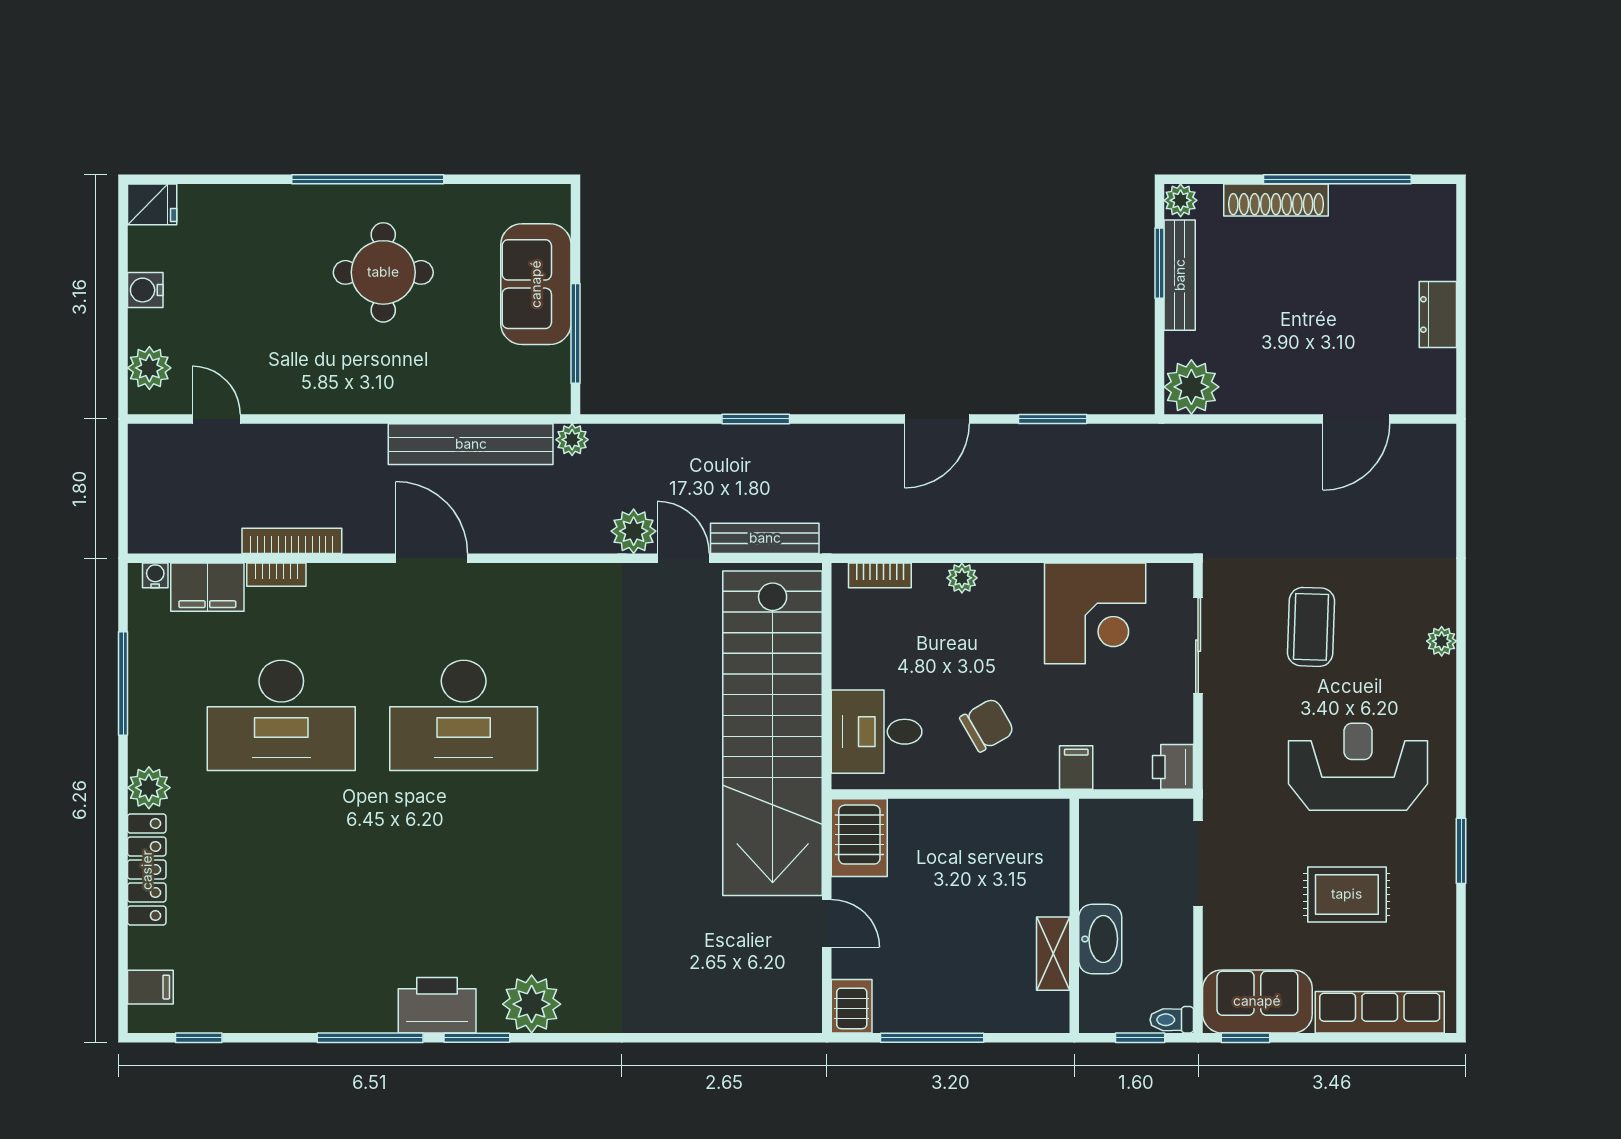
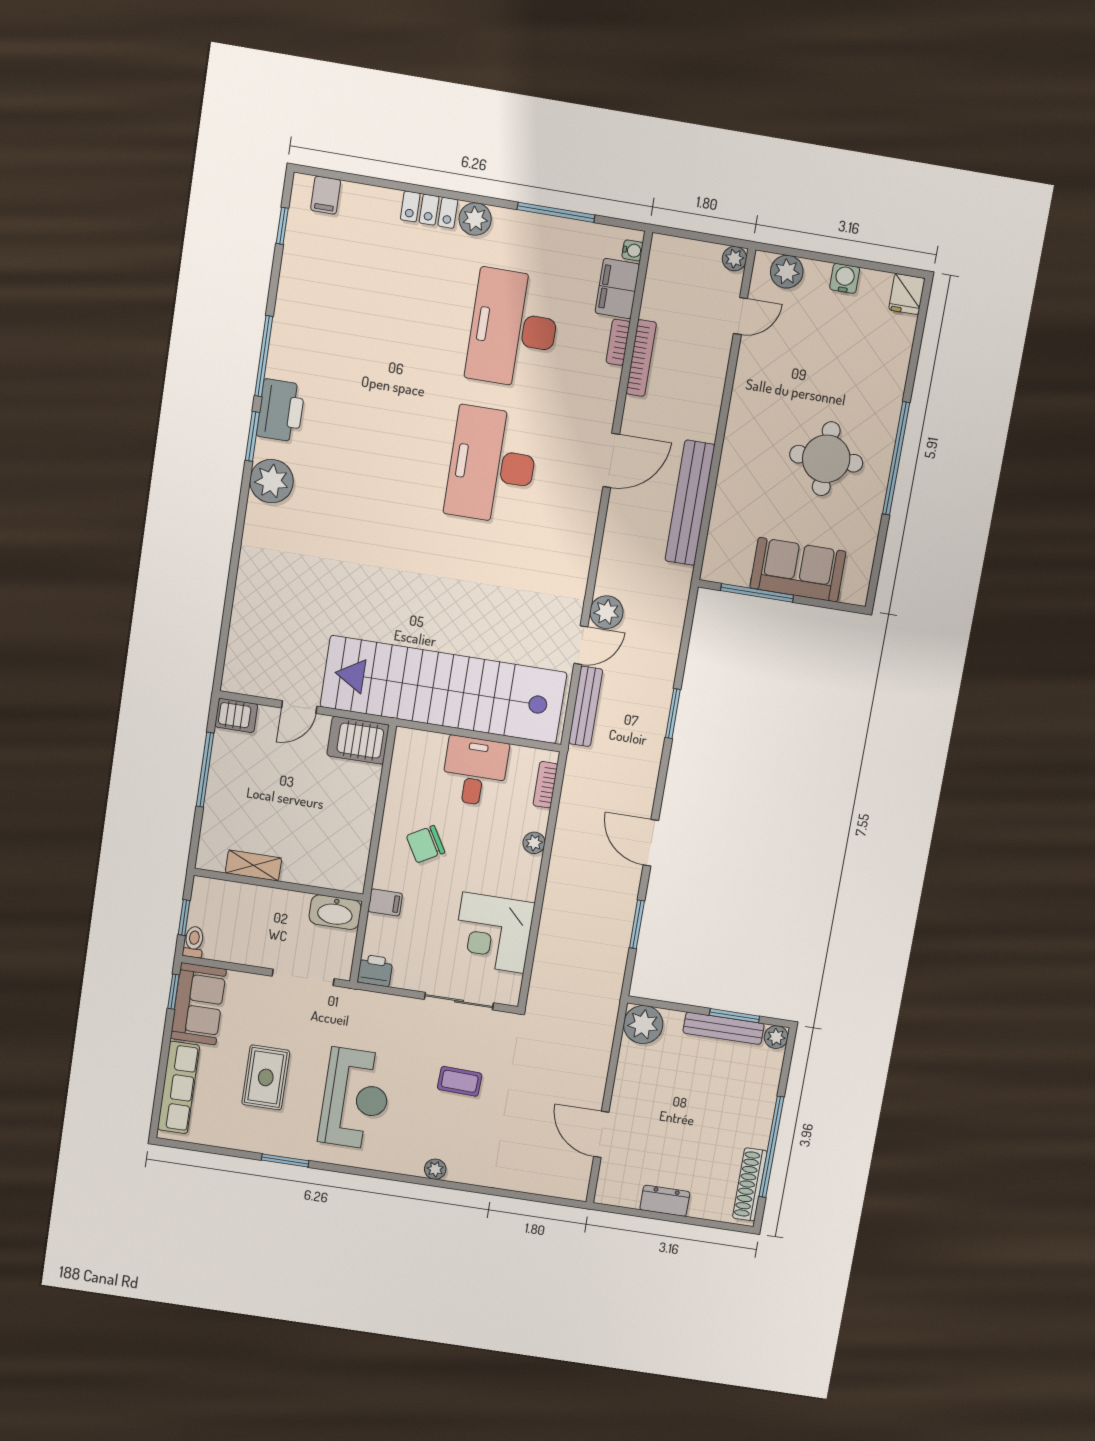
shoe rack: (1276, 200) -> (750, 1184), moved
plant: (572, 440) -> (735, 259), moved
coffee table: (1311, 627) -> (460, 1081), width x0.73, depth x0.77
chair: (987, 725) -> (426, 844), turned 90
desk: (877, 732) -> (475, 771), moved
locker: (147, 870) -> (429, 210), width x0.66
washbasin: (1100, 939) -> (335, 912), moved

